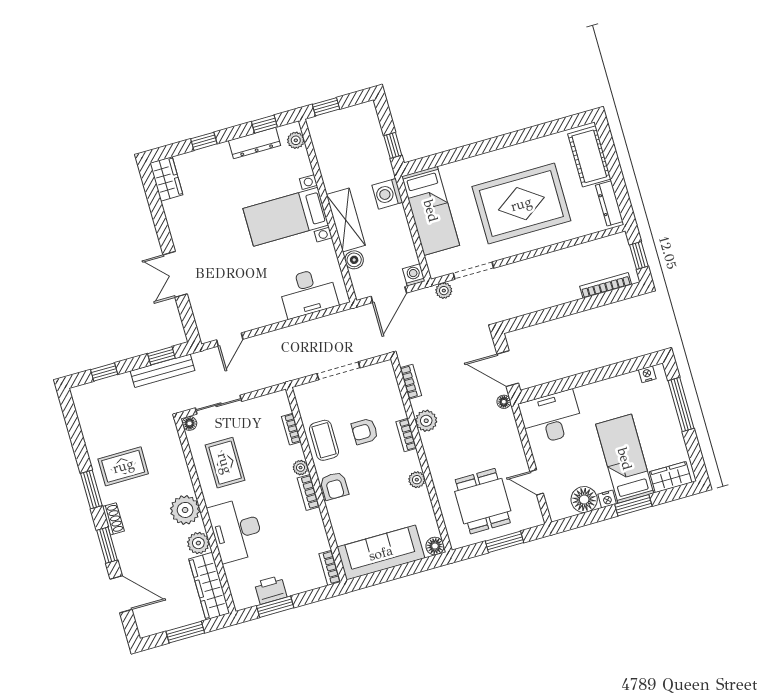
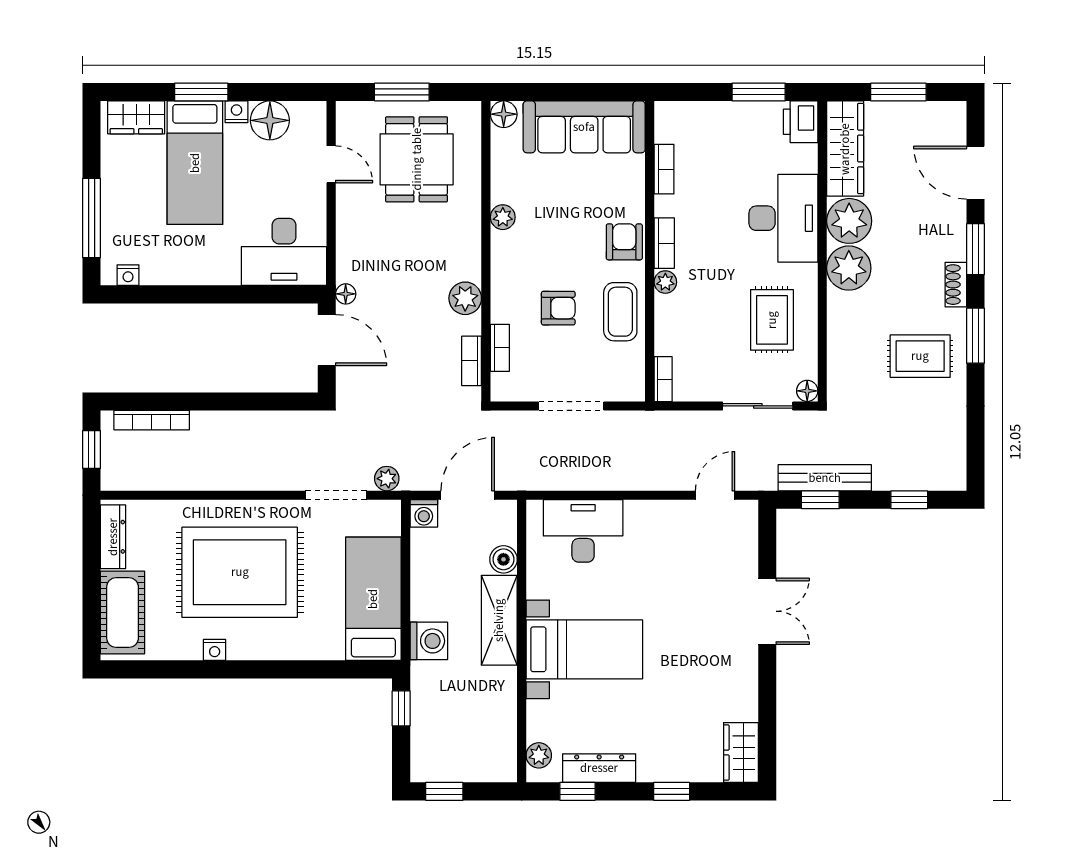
window: (326, 107) -> (444, 791), moved
nightstand: (523, 149) -> (215, 650), added
bookcase: (291, 429) -> (663, 379), moved
bookcase: (406, 435) -> (500, 348), moved
plant: (198, 543) -> (849, 221), width x1.36, depth x1.36
bookcase: (330, 568) -> (664, 169), moved
printer: (271, 590) -> (801, 122), moved, turned 90

